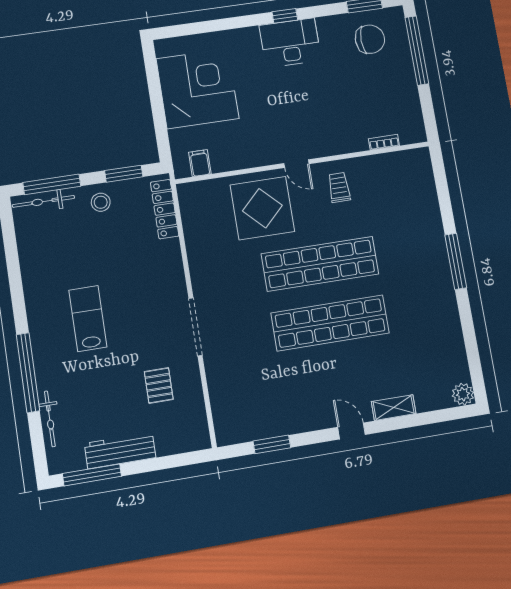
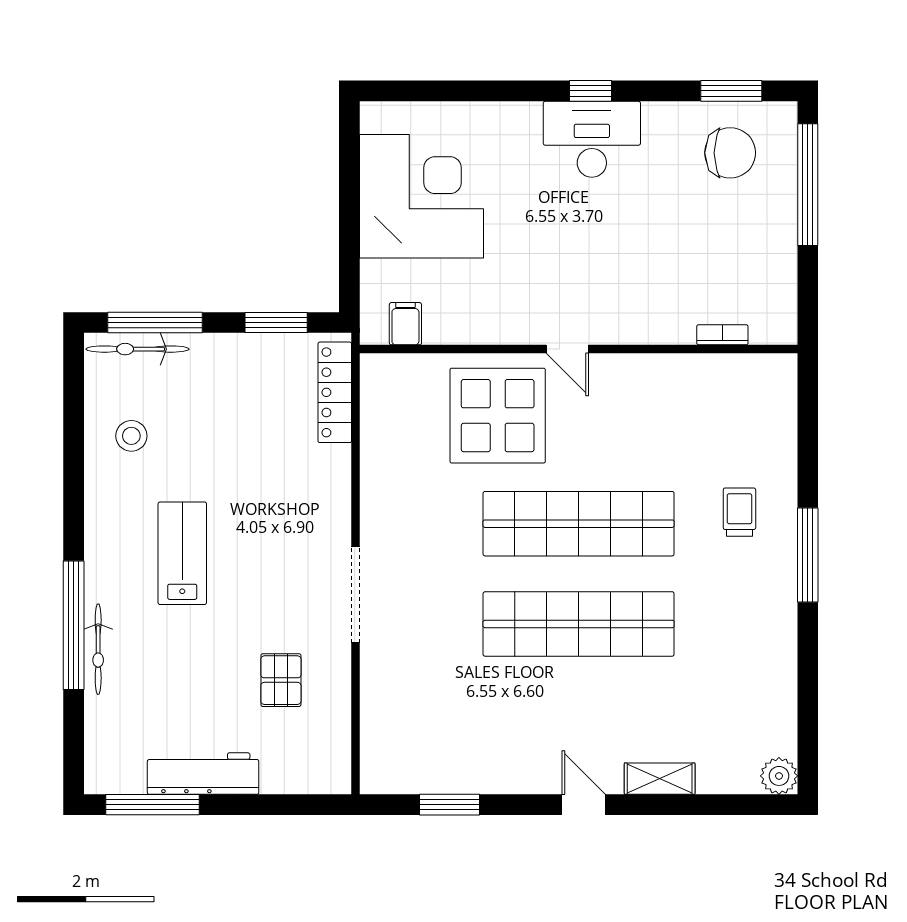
trolley: (339, 187) -> (739, 512), moved
stool: (101, 202) -> (131, 436), moved
bicycle: (50, 419) -> (98, 649), moved

